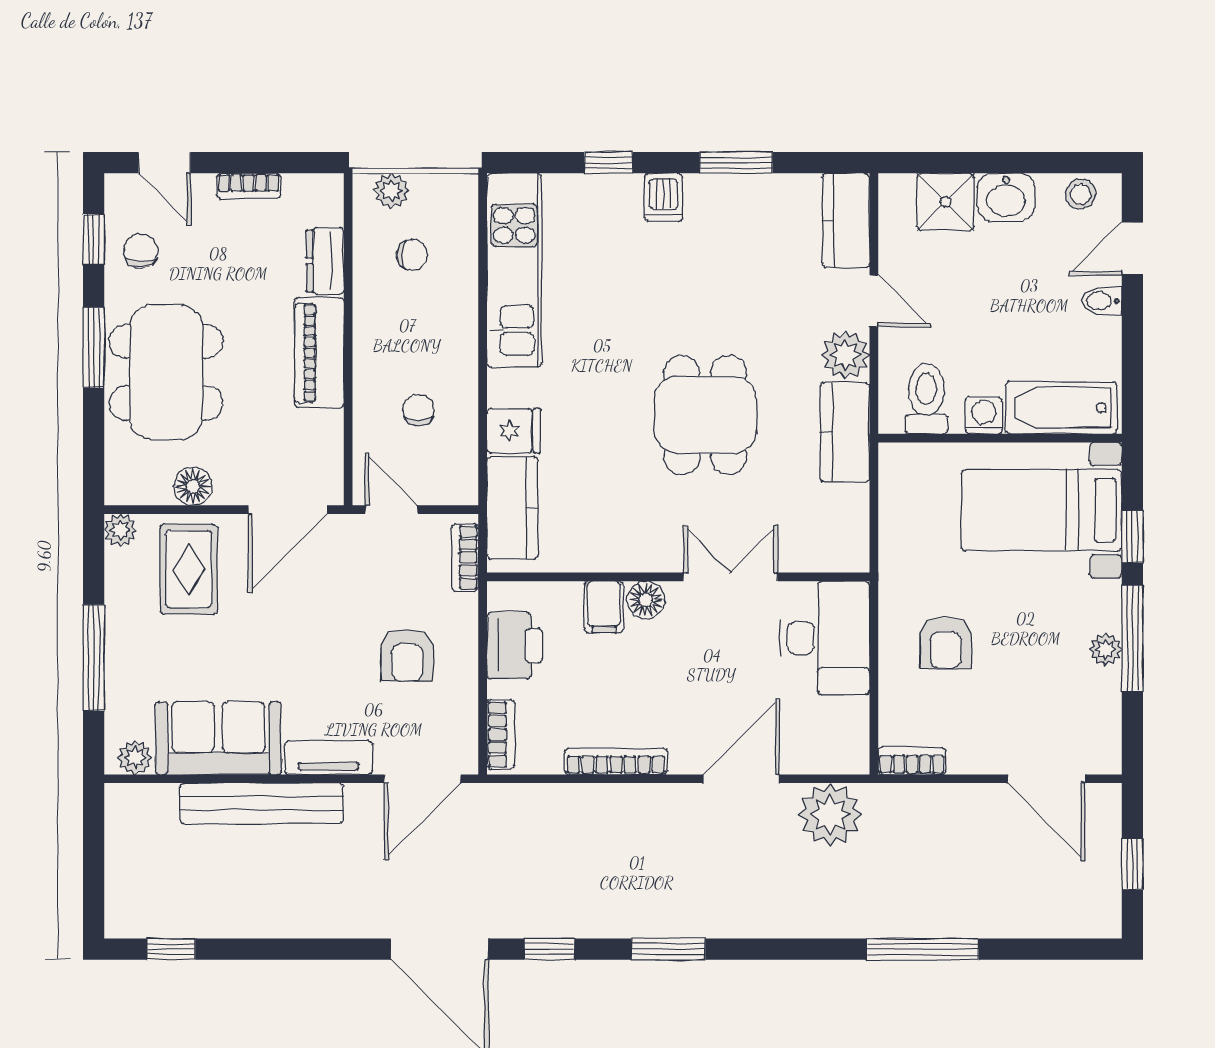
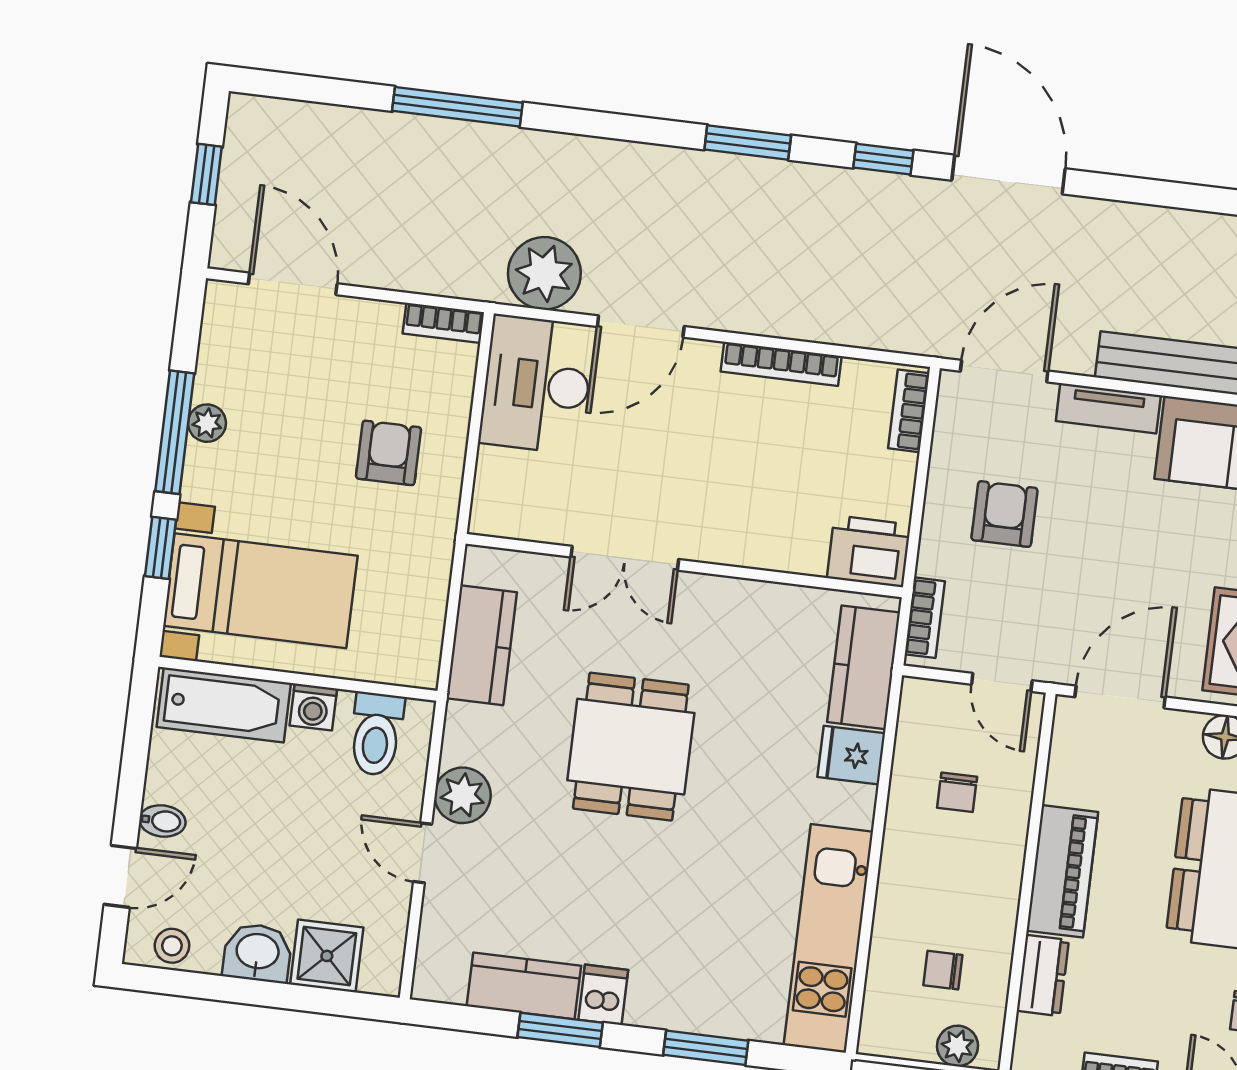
window: (608, 163) -> (706, 1048), width x1.50
dishwasher: (663, 197) -> (603, 995), moved
kitchen counter: (846, 220) -> (524, 986), moved, turned -90
kitchen counter: (845, 432) -> (482, 645), moved
floor lamp: (646, 600) -> (725, 544), removed
filing cabinet: (604, 607) -> (773, 542), removed
desk: (825, 638) -> (537, 384), moved
printer: (515, 646) -> (869, 551), moved, turned 90

